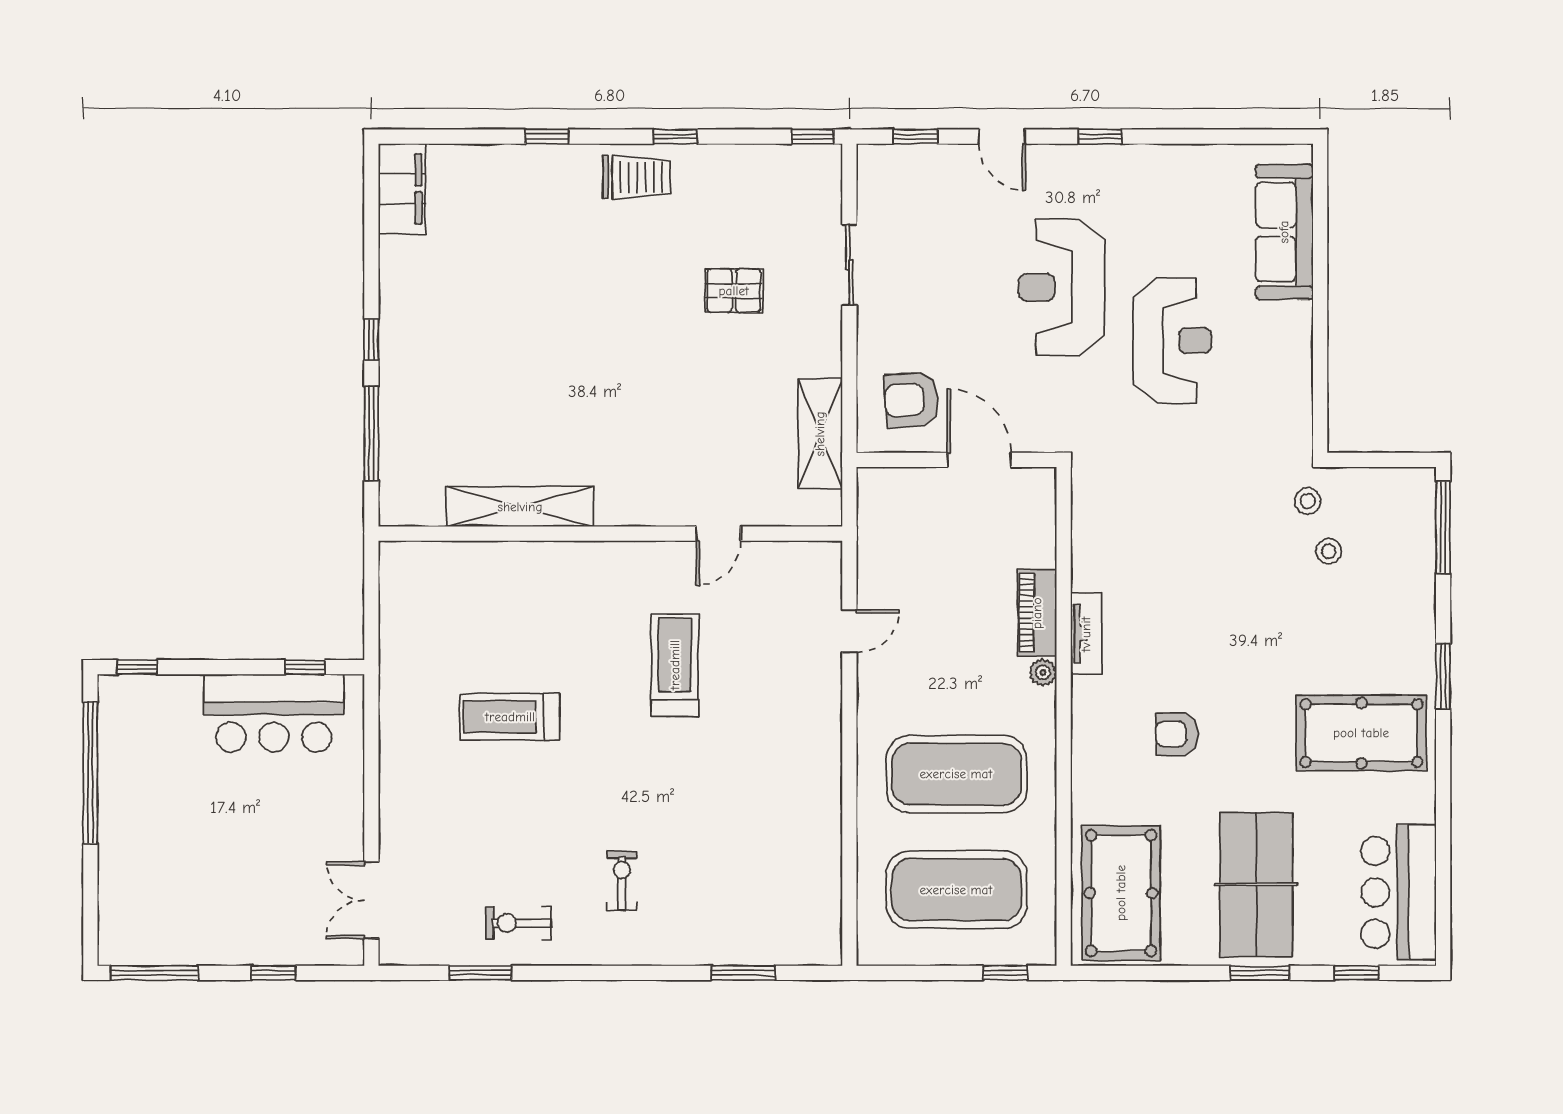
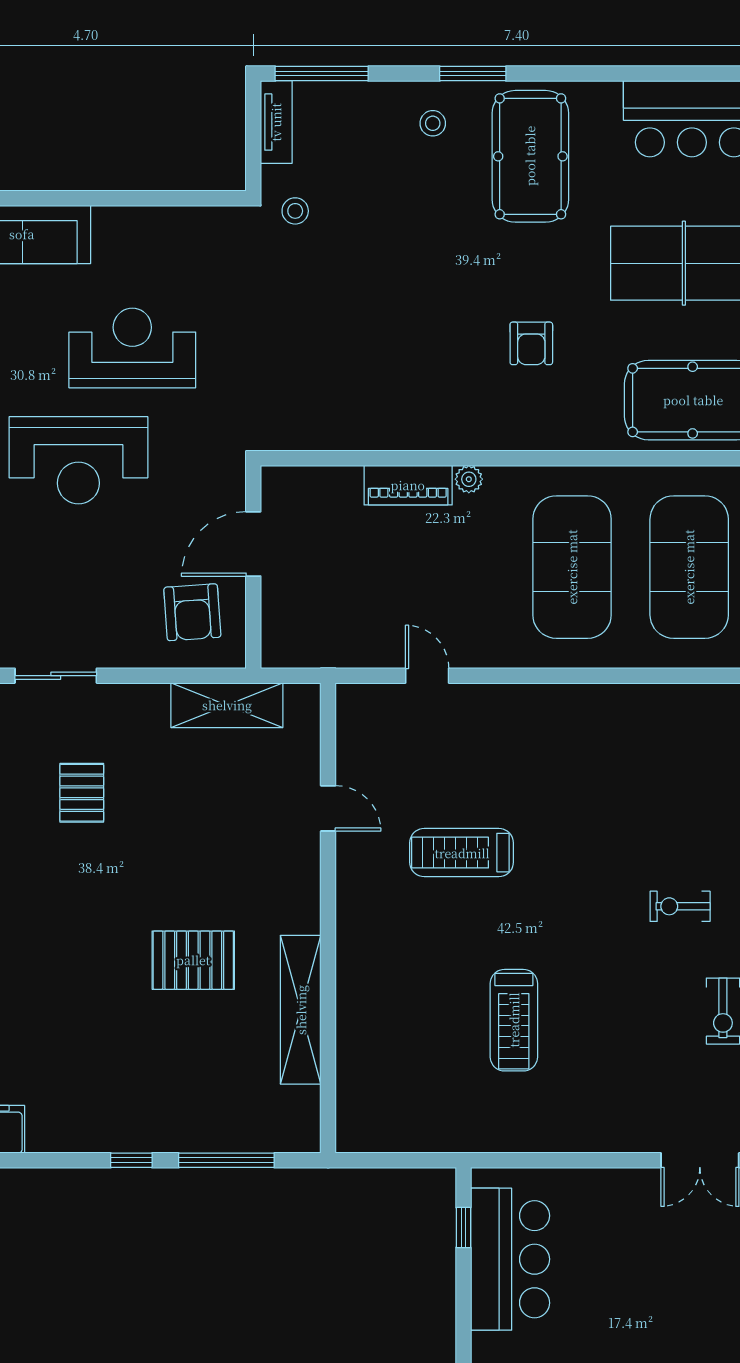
pallet: (569, 401) -> (193, 960), added
stool: (1329, 551) -> (433, 123), moved
tv unit: (1086, 634) -> (276, 122), moved, turned 90

